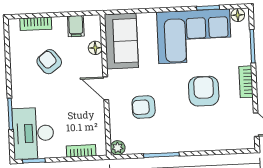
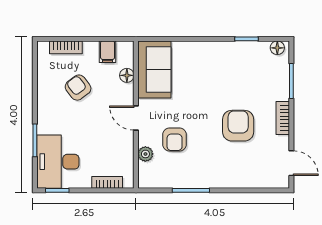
corner sofa: (194, 36) -> (231, 68), removed
armchair: (144, 107) -> (175, 140), turned -89
plant: (118, 148) -> (145, 154), moved

